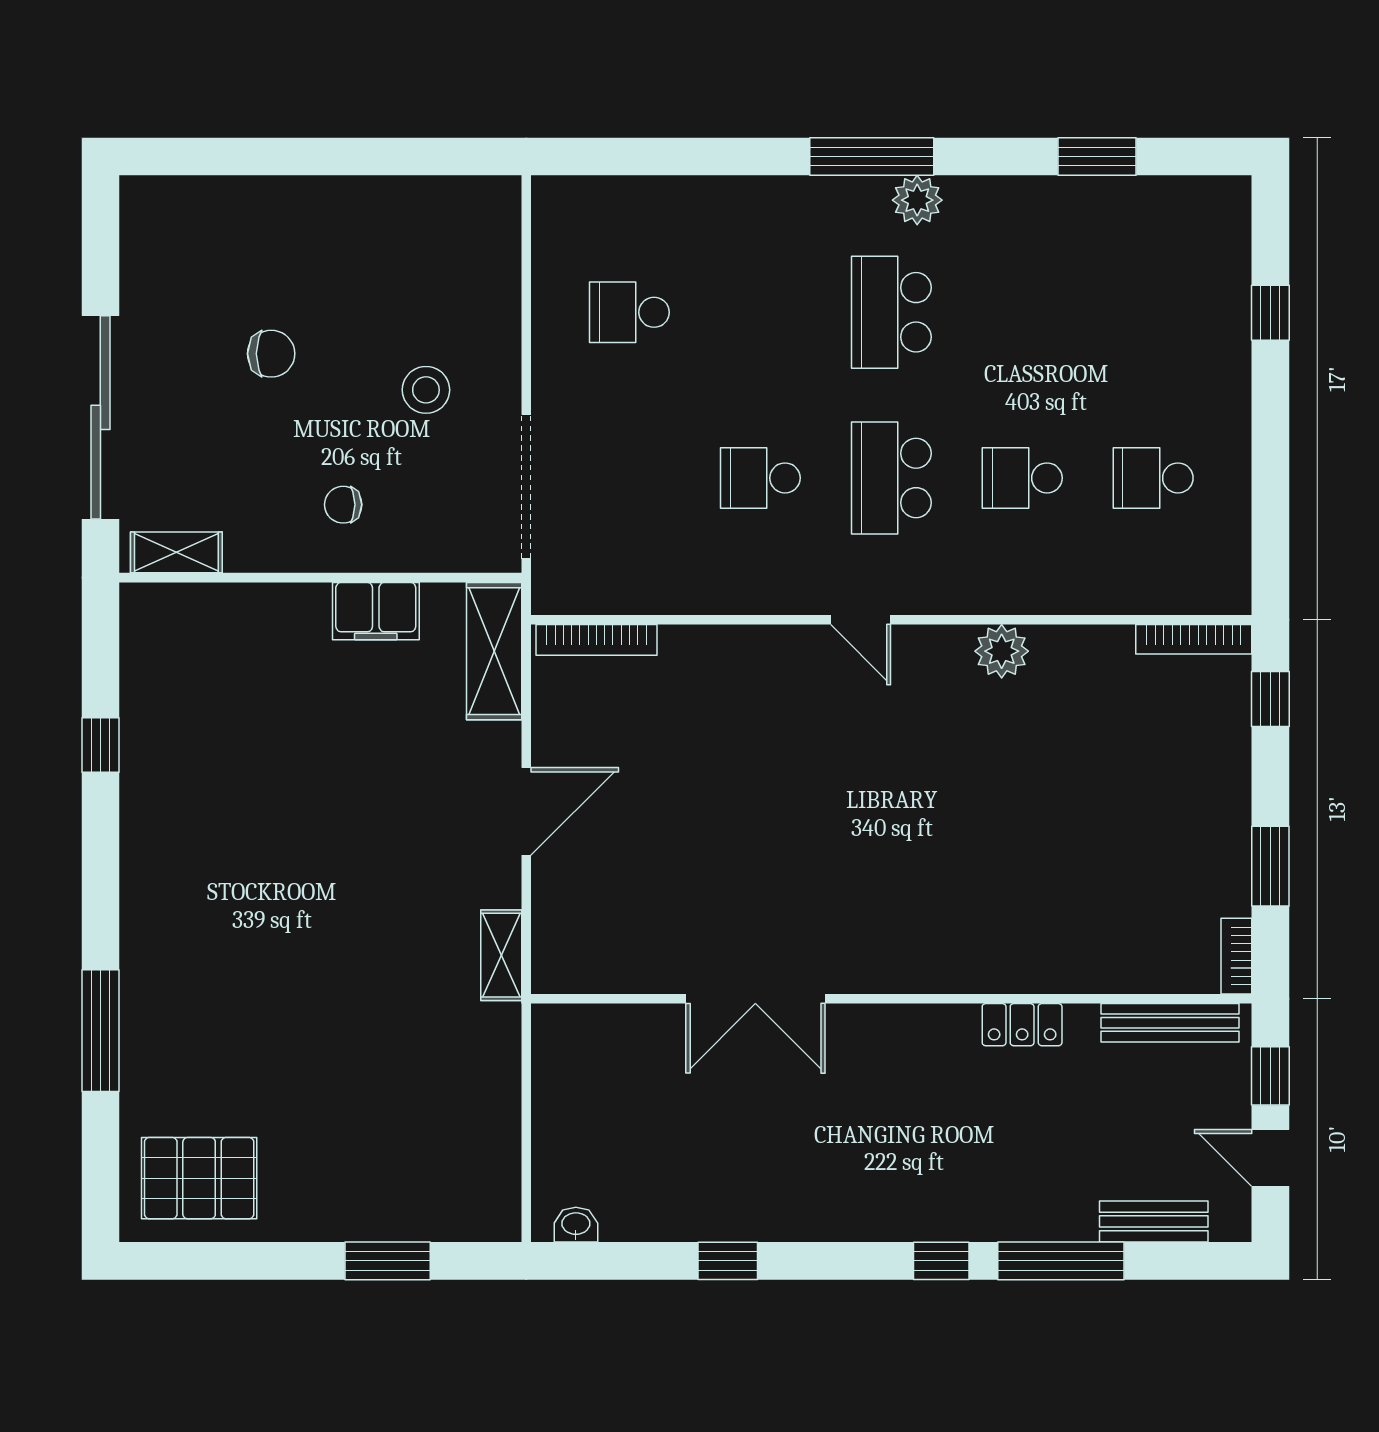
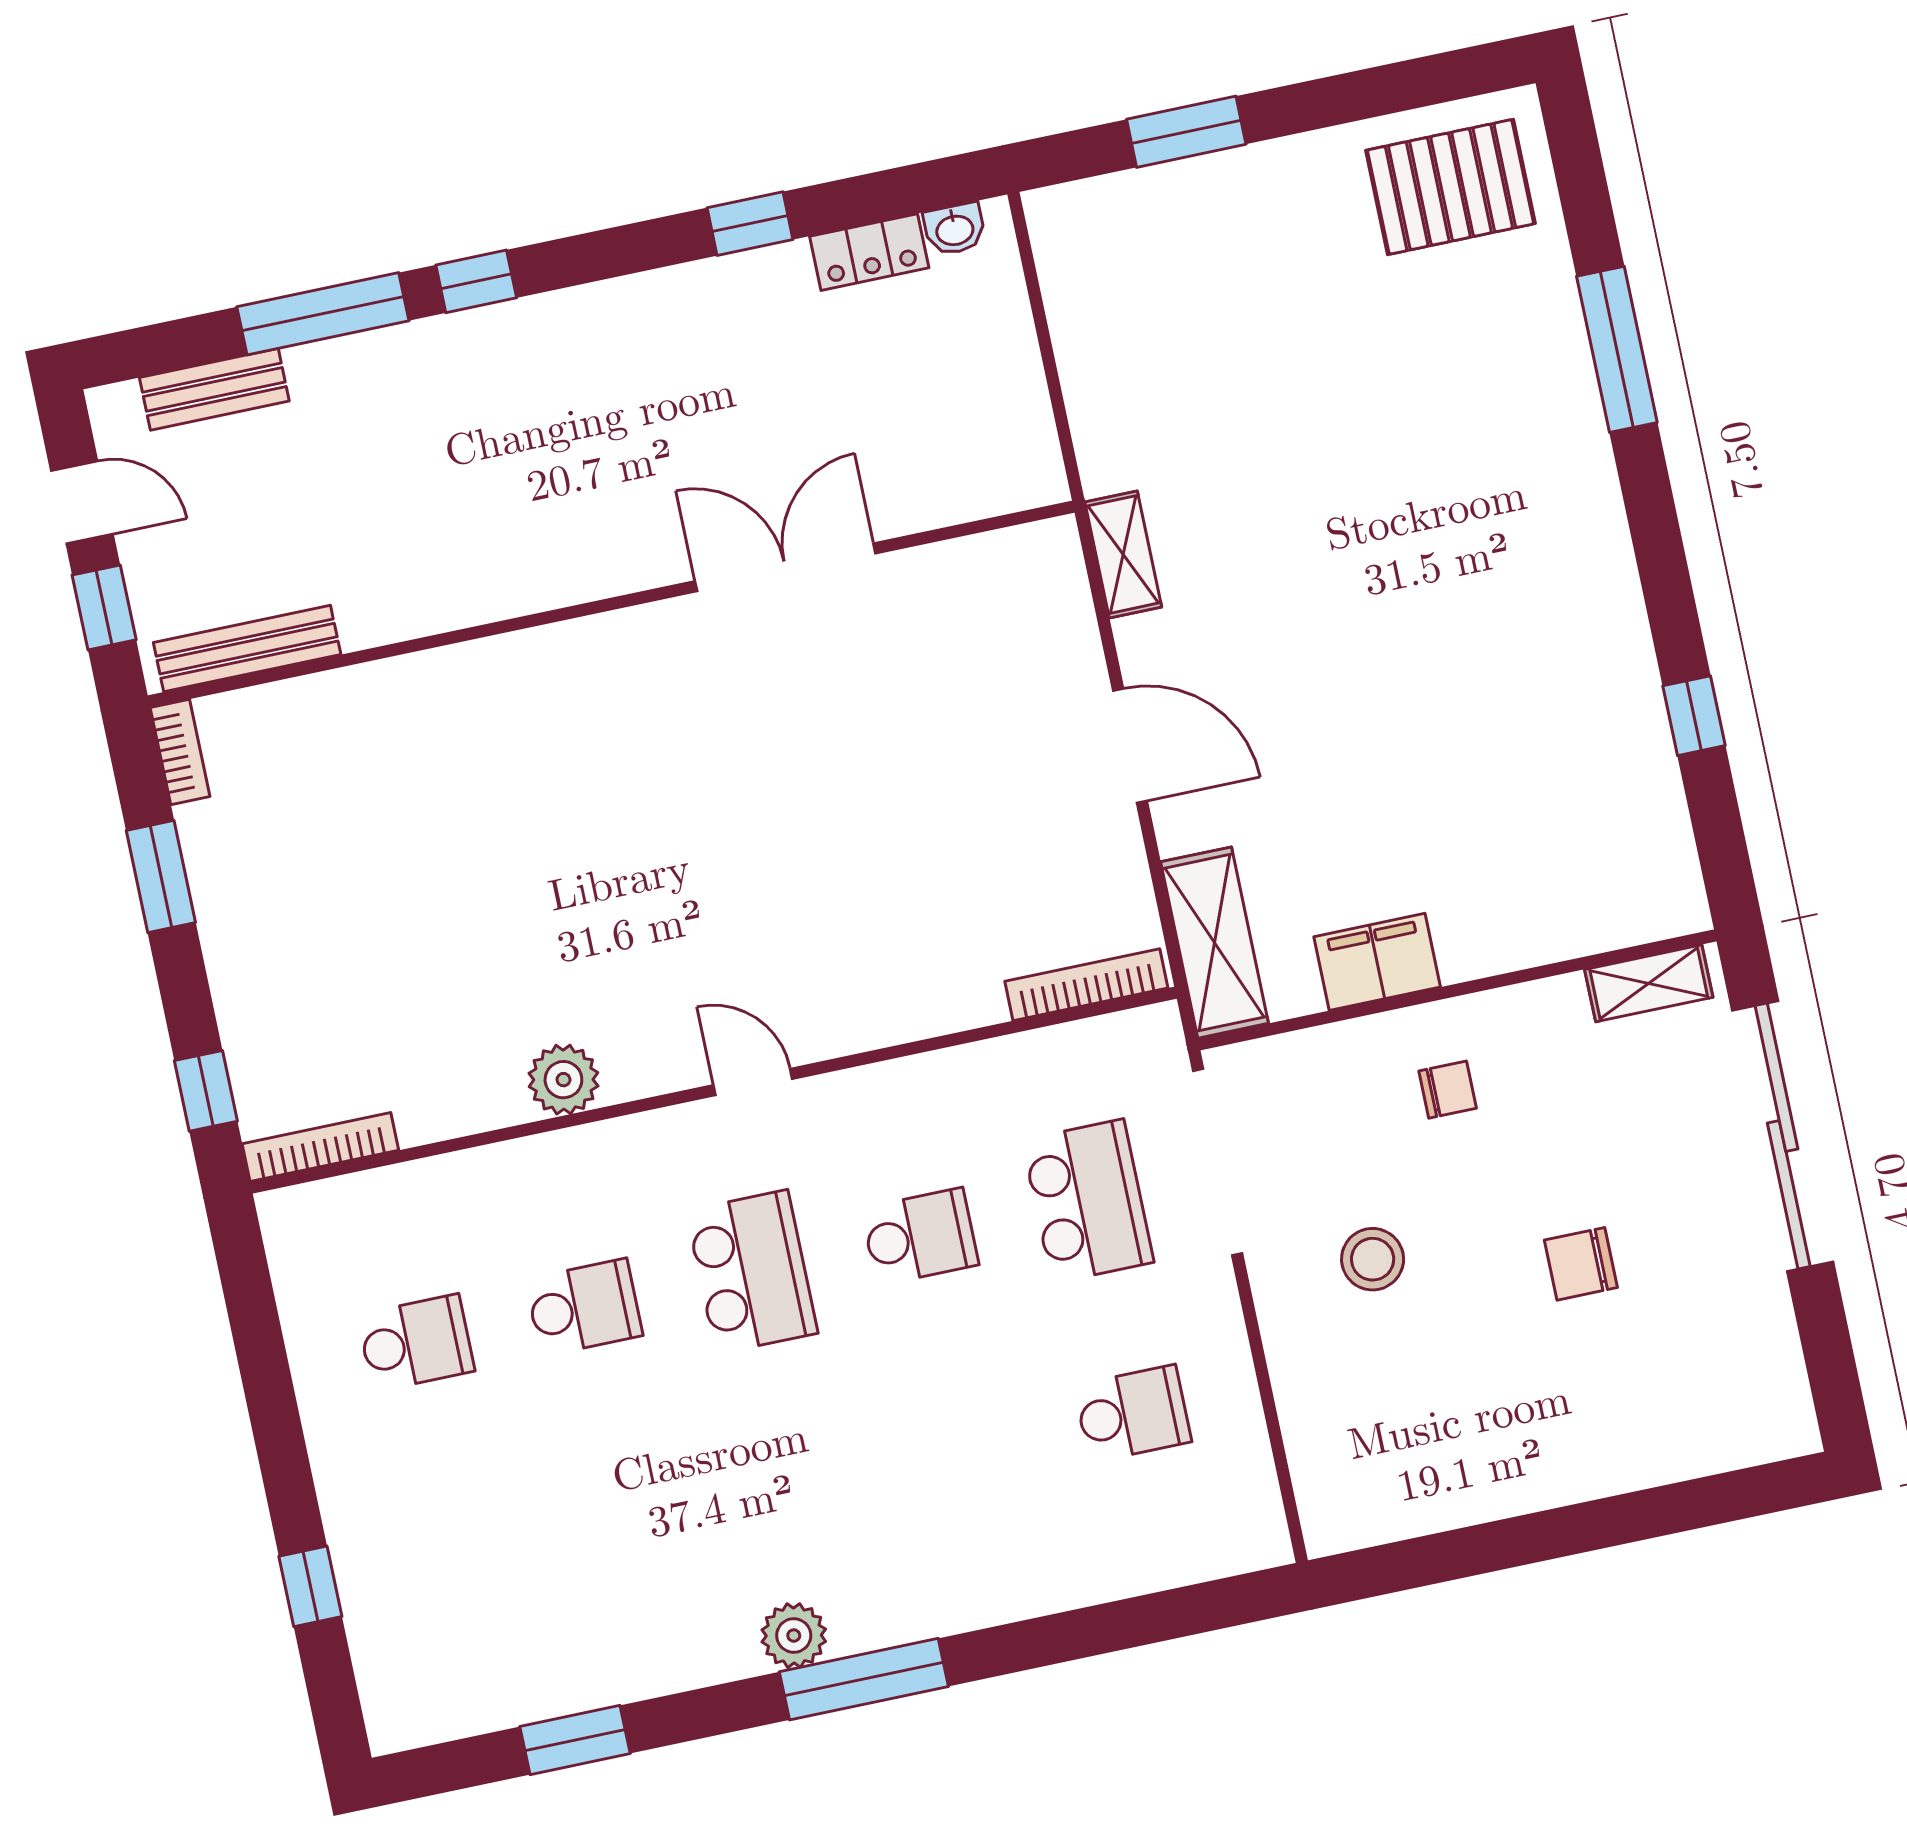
school desk: (891, 312) -> (1088, 1201), moved
door: (526, 811) -> (1130, 746), swing flipped
locker: (1022, 1025) -> (869, 252), moved, turned 180

